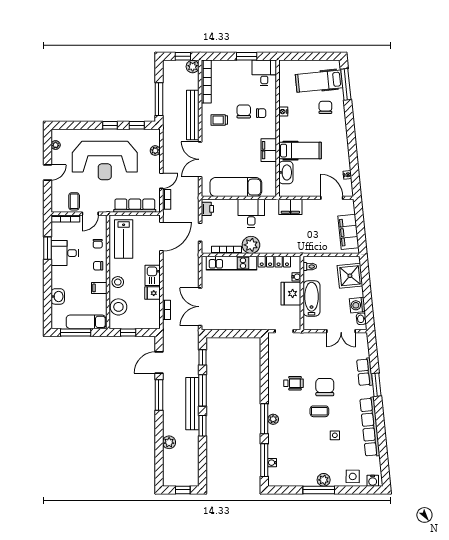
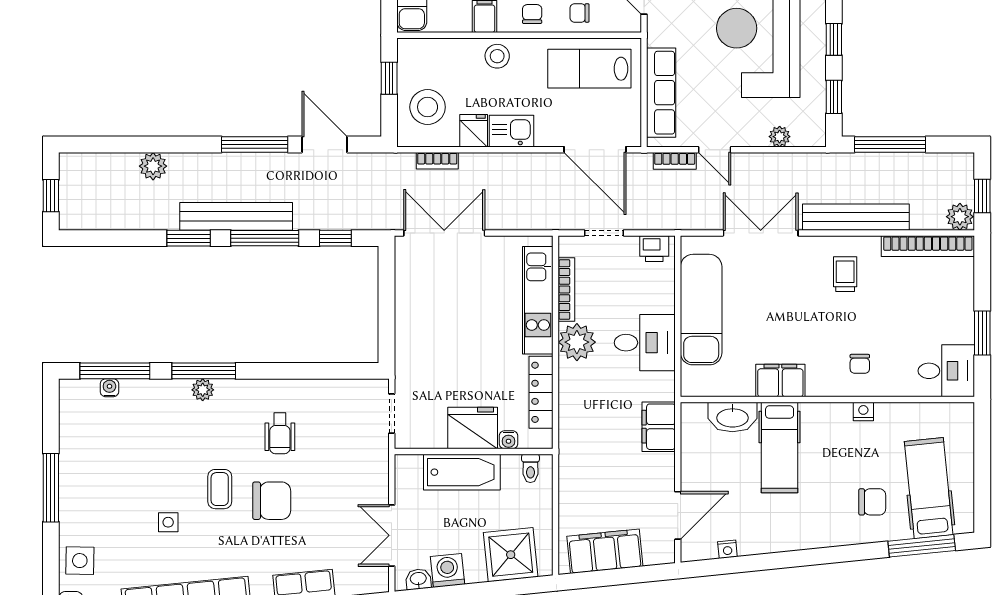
chair: (244, 111) -> (864, 327), removed
stool: (118, 307) -> (428, 107), moved
plant: (324, 480) -> (73, 498), removed

